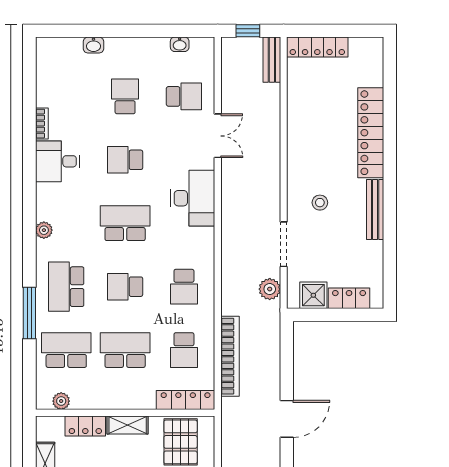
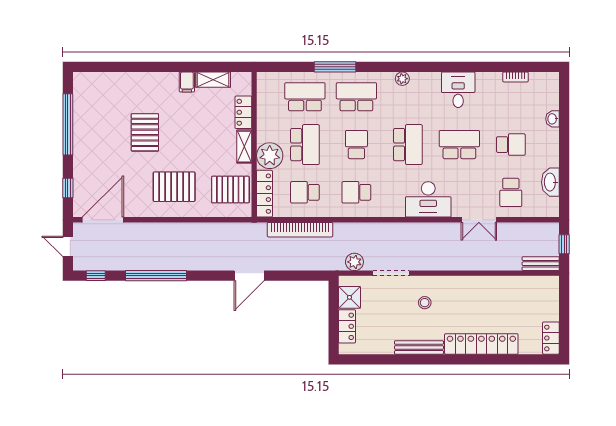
washbasin: (180, 44) -> (550, 182), width x1.91, depth x1.45
locker: (317, 47) -> (551, 338), moved, width x0.66
bookcase: (42, 124) -> (516, 77), moved
school desk: (125, 160) -> (459, 145), width x1.85
school desk: (66, 350) -> (305, 97), turned -90
plant: (61, 401) -> (270, 156), moved, width x1.87, depth x1.87
door: (287, 419) -> (249, 276), hinge flipped

